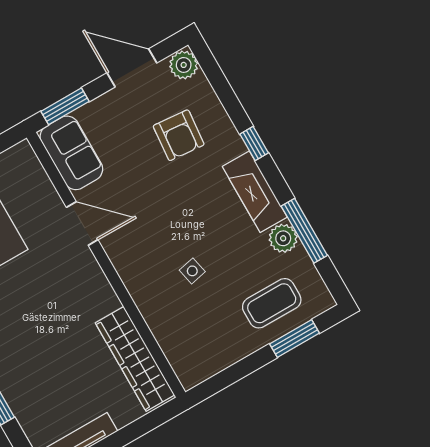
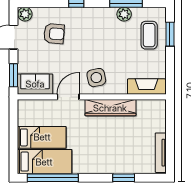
fireplace: (255, 192) -> (147, 87), moved, turned 180
side table: (192, 271) -> (96, 78), moved, width x1.87, depth x1.87
wardrobe: (135, 359) -> (110, 108), moved

